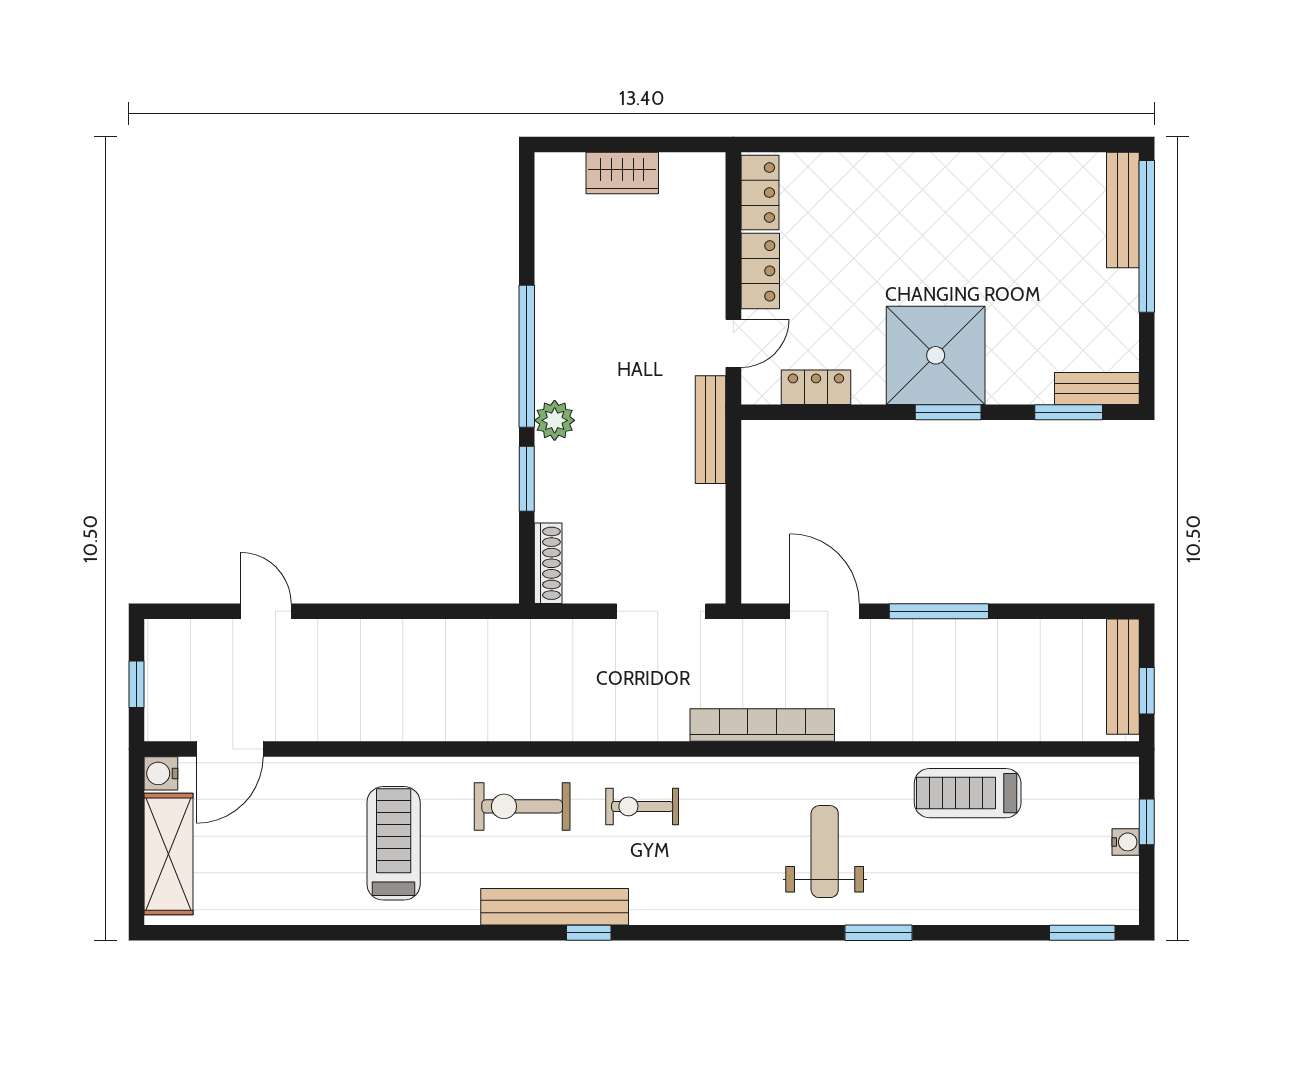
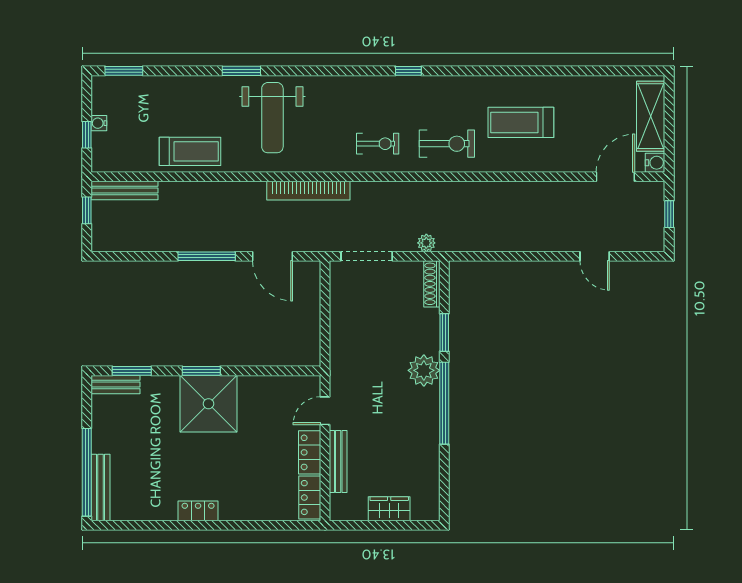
locker: (816, 387) -> (198, 511), moved, turned 180
plant: (555, 420) -> (424, 370), width x1.36, depth x1.36
bench: (711, 430) -> (338, 462), moved
plant: (558, 634) -> (426, 243), added
bench: (1123, 677) -> (125, 190), moved, turned 90
treadmill: (394, 843) -> (521, 122), turned 90
weight bench: (825, 852) -> (272, 118), width x1.36, depth x1.33
bench: (555, 907) -> (428, 86), removed

